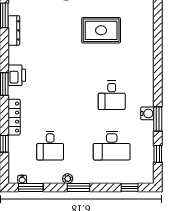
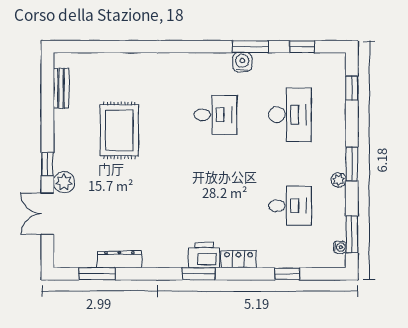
printer: (17, 75) -> (204, 255), moved
locker: (14, 117) -> (238, 259), width x0.66

